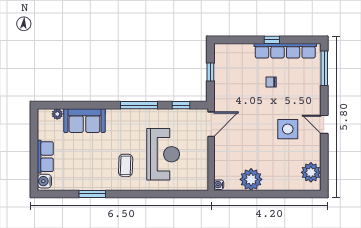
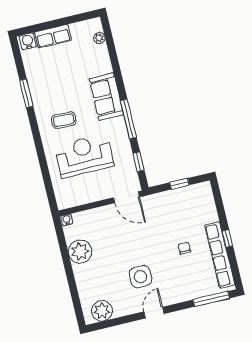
sofa: (84, 121) -> (106, 97), moved
reception desk: (163, 154) -> (84, 156), turned 180

